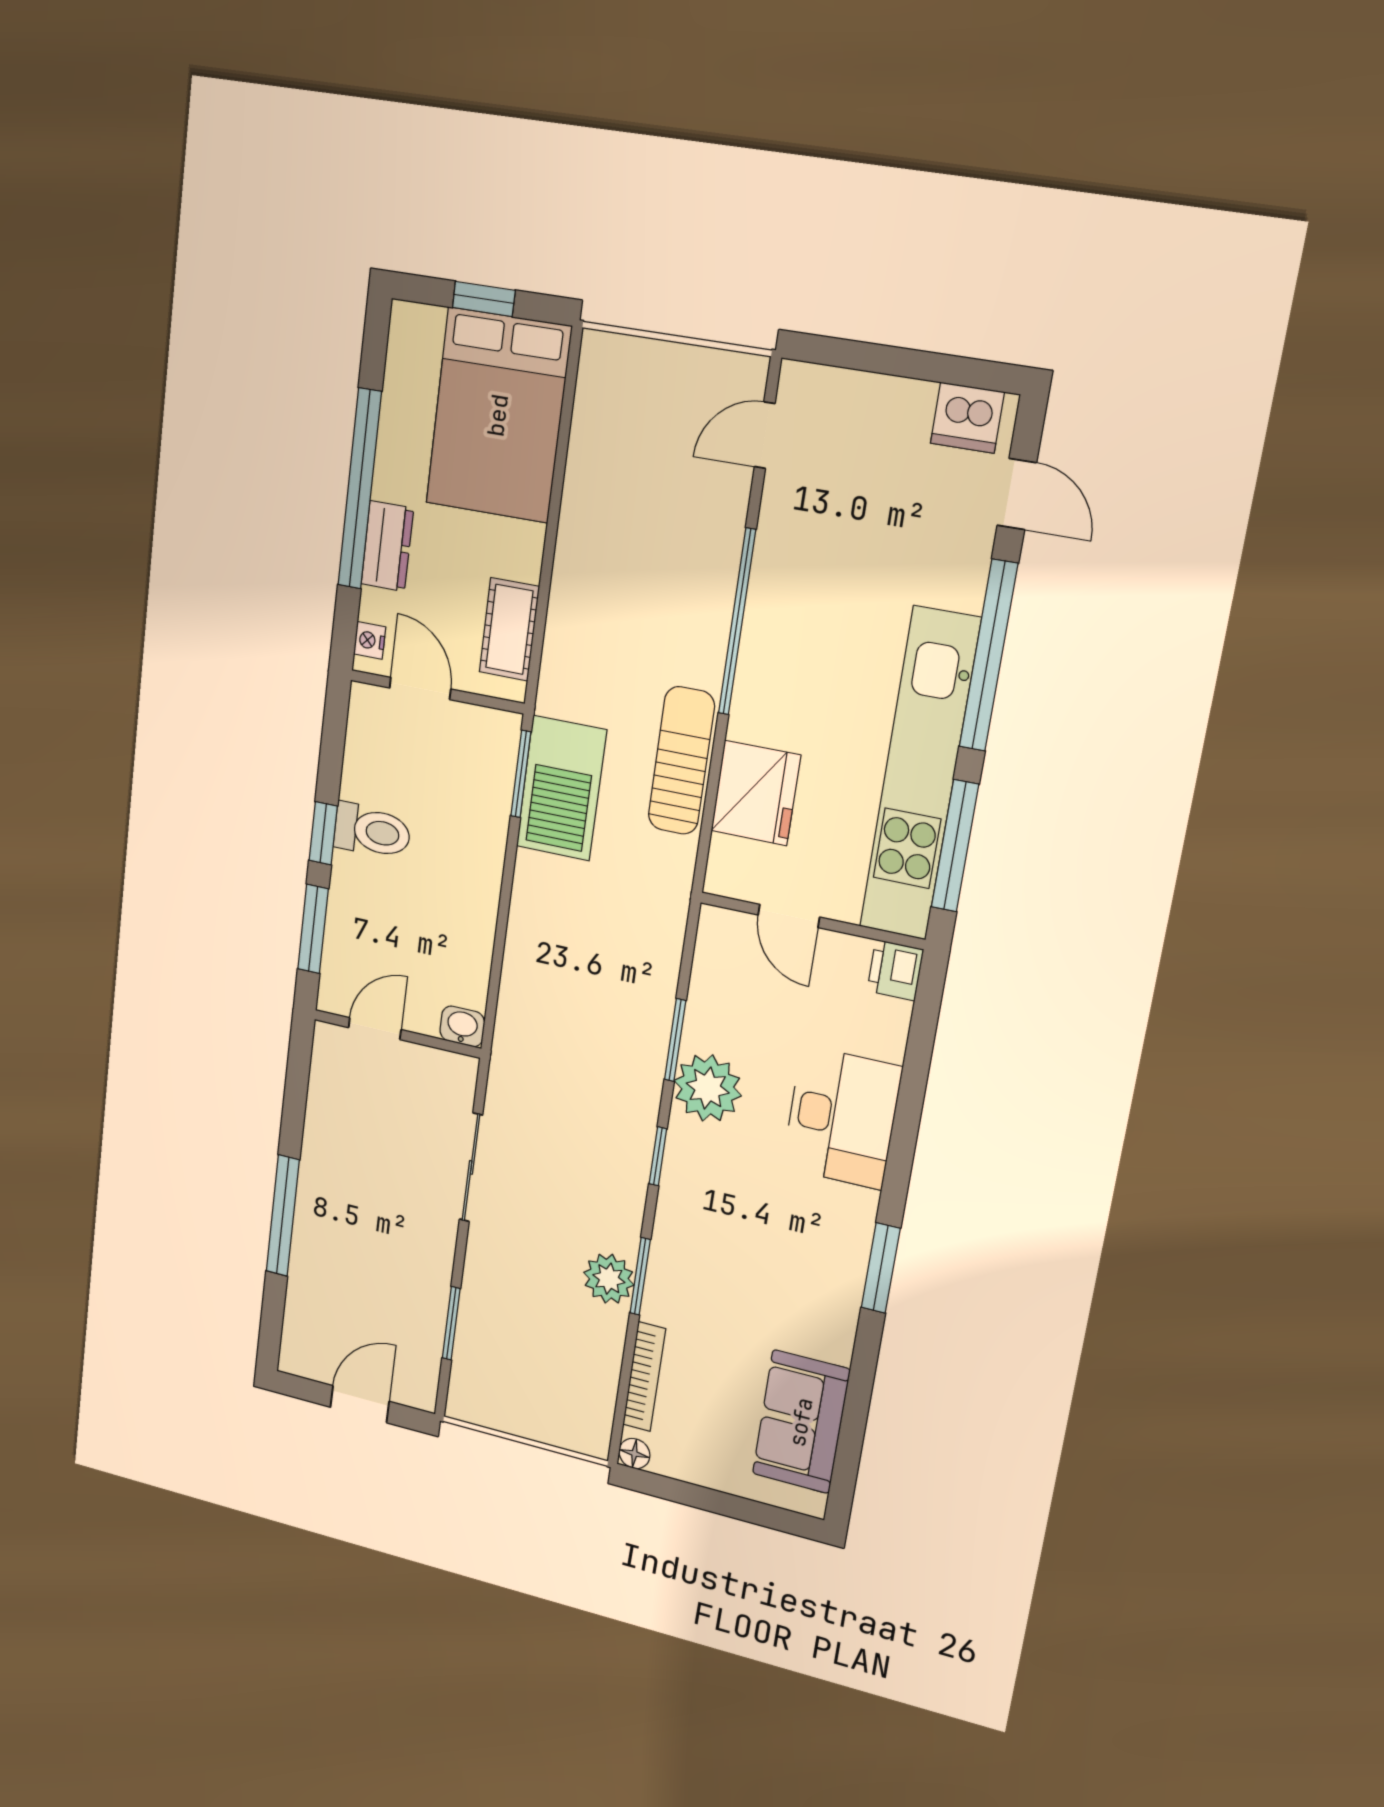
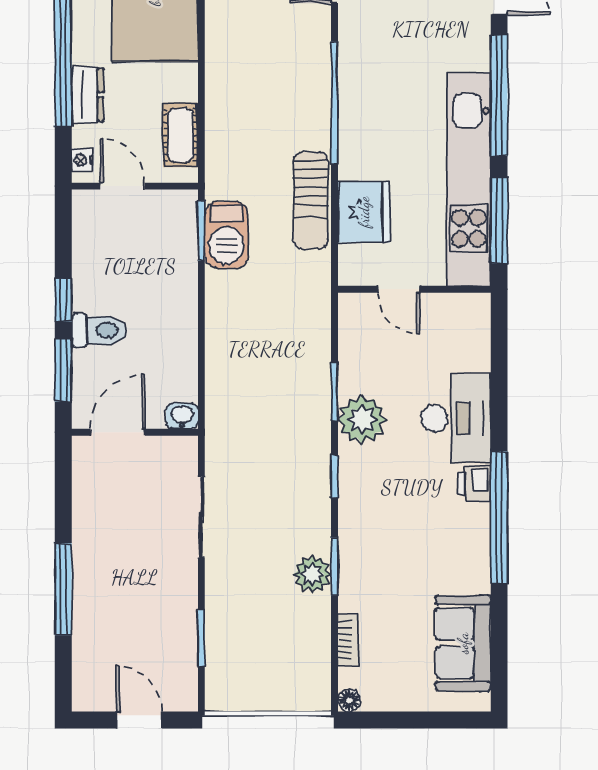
sun lounger: (681, 761) -> (311, 200), turned 180
barbecue: (561, 788) -> (226, 235), width x0.73, depth x0.83
toilet: (372, 831) -> (99, 330), moved
printer: (895, 970) -> (475, 483), moved
door: (375, 1029) -> (118, 432), width x1.38
window: (881, 1268) -> (499, 517), width x2.11
bookcase: (644, 1377) -> (348, 640), width x0.64
door: (360, 1404) -> (139, 720), hinge flipped

